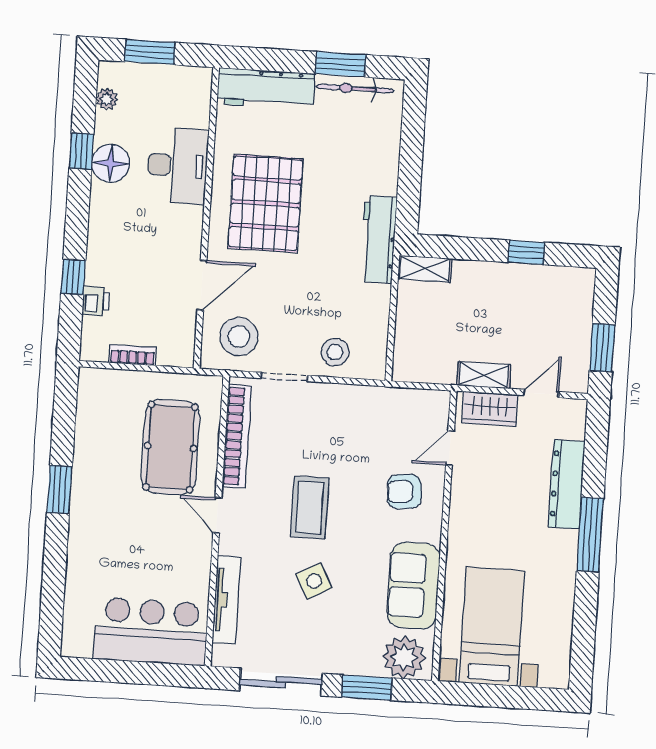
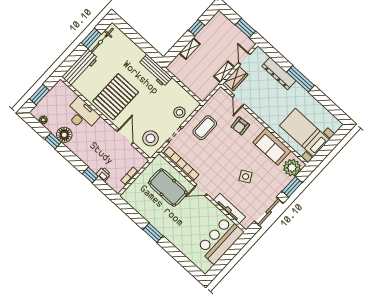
pallet: (266, 203) -> (116, 97), turned 90
shelving: (425, 269) -> (190, 49), moved
coffee table: (310, 507) -> (205, 128), moved, turned 90

